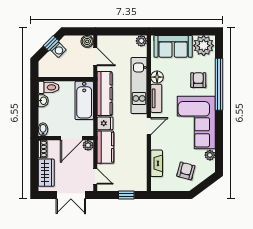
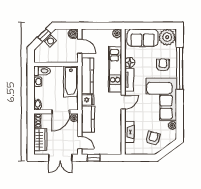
window: (126, 195) -> (94, 158), moved

